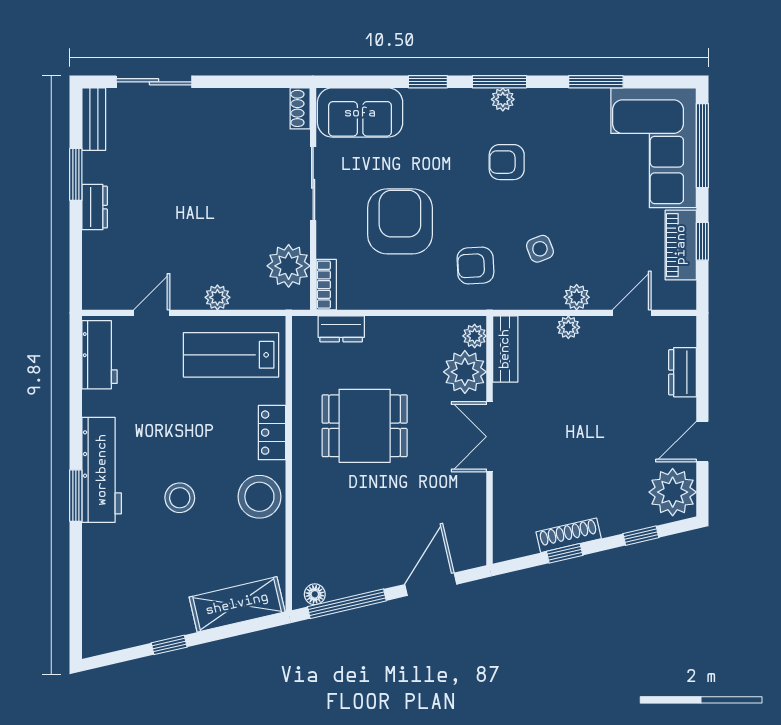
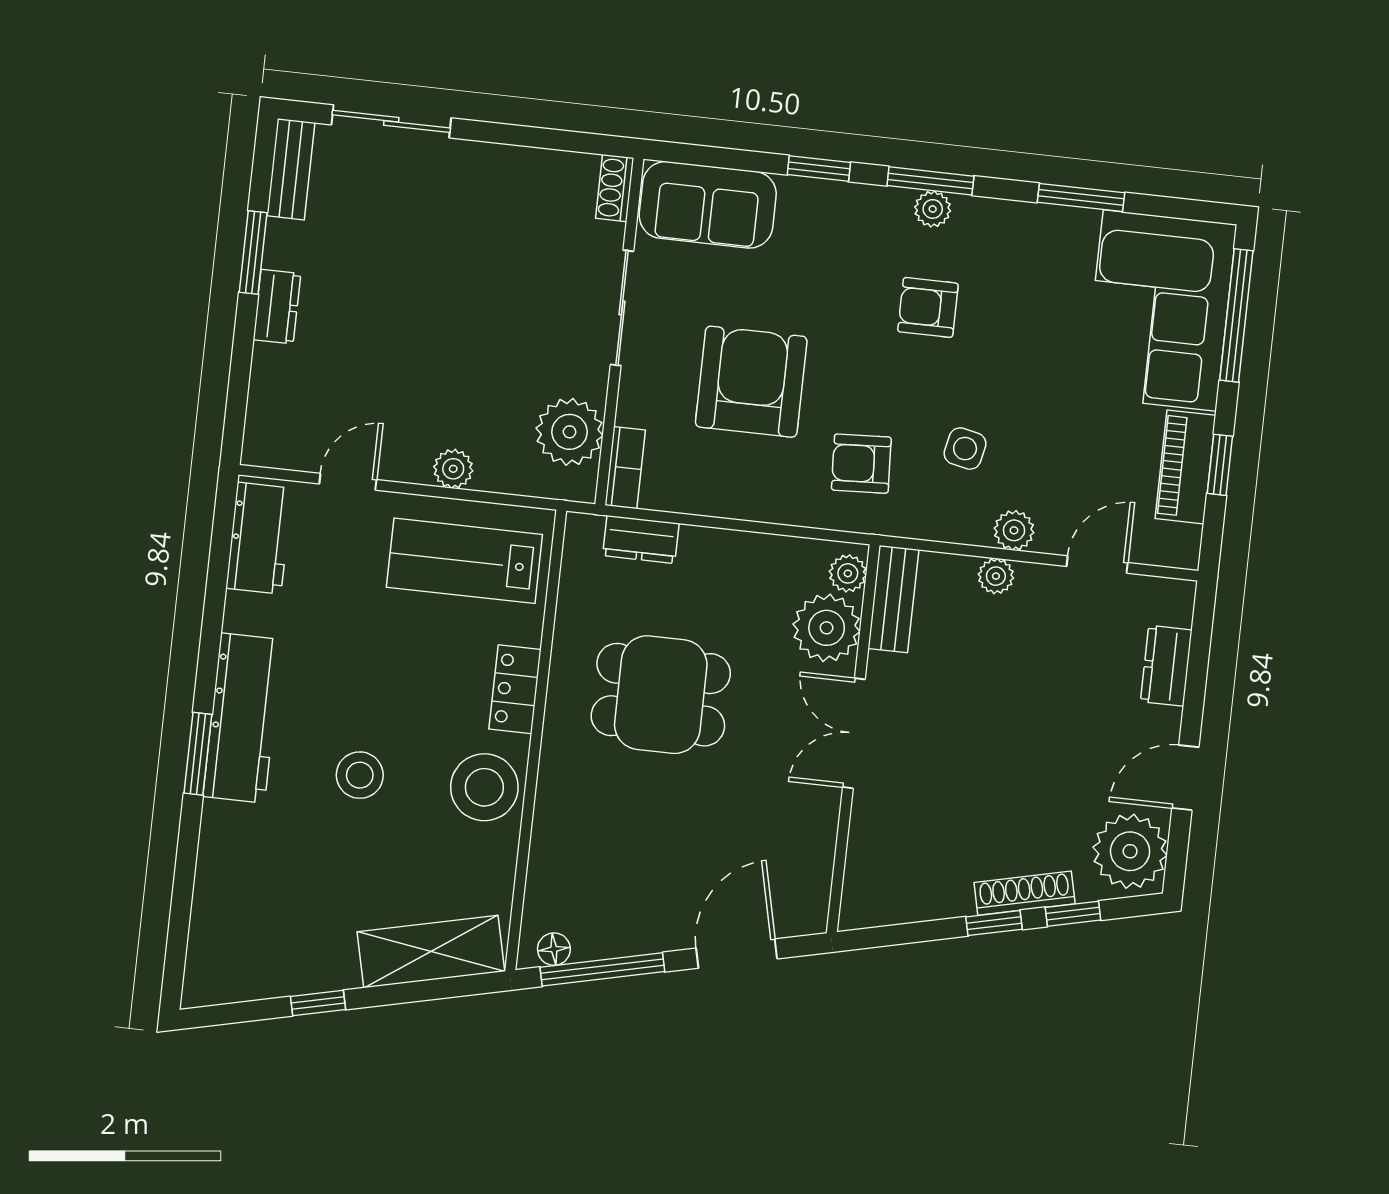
side table: (540, 249) -> (965, 449), turned 33
shoe rack: (569, 535) -> (1025, 893), moved
window: (565, 553) -> (994, 923), moved

